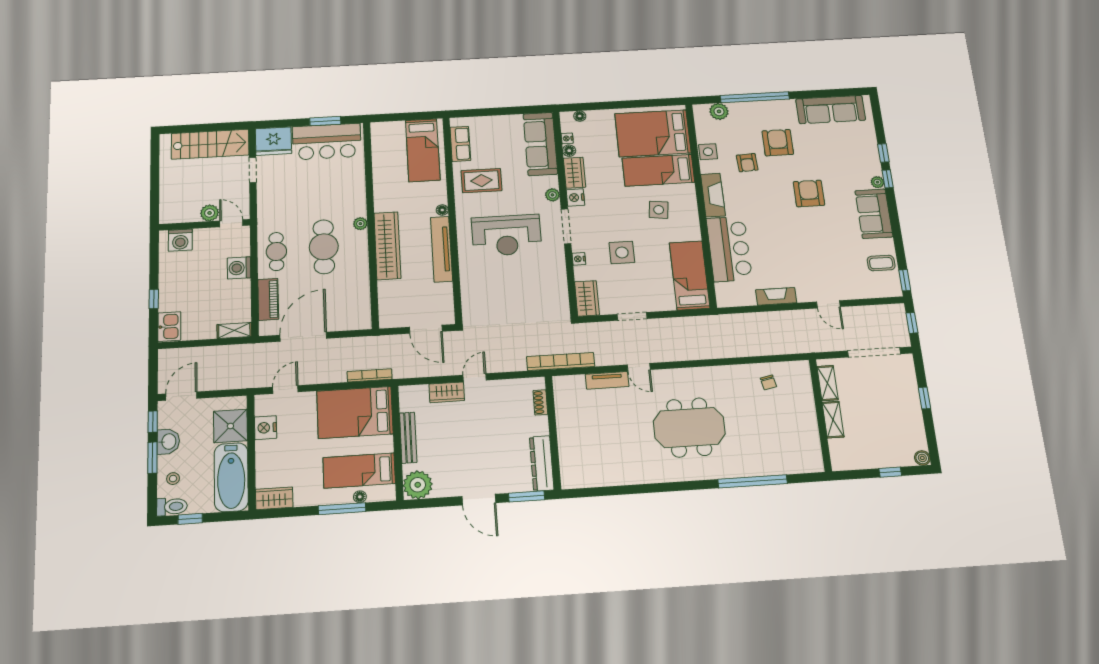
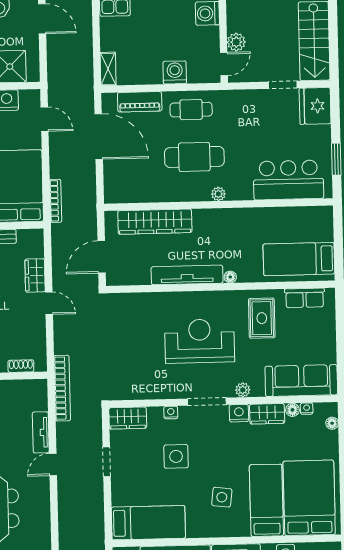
bar counter: (327, 142) -> (288, 180), moved, turned 90
reception desk: (507, 235) -> (200, 341), turned 90
wardrobe: (387, 246) -> (155, 222), moved

